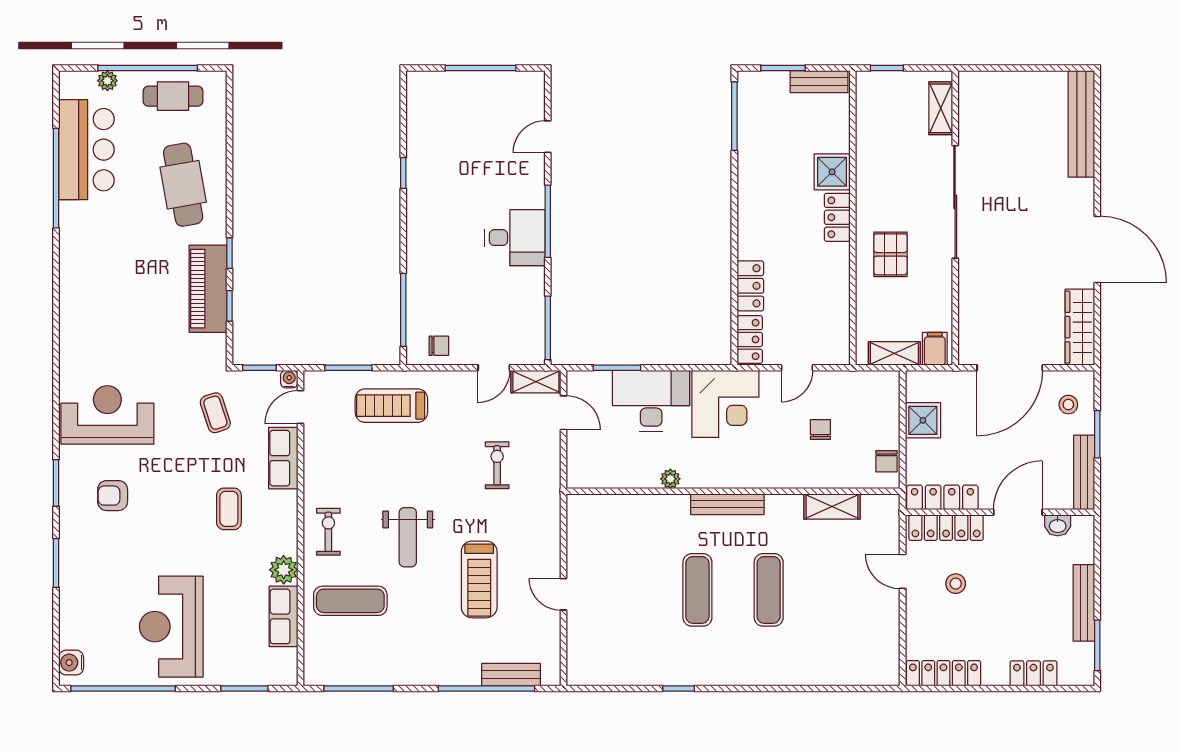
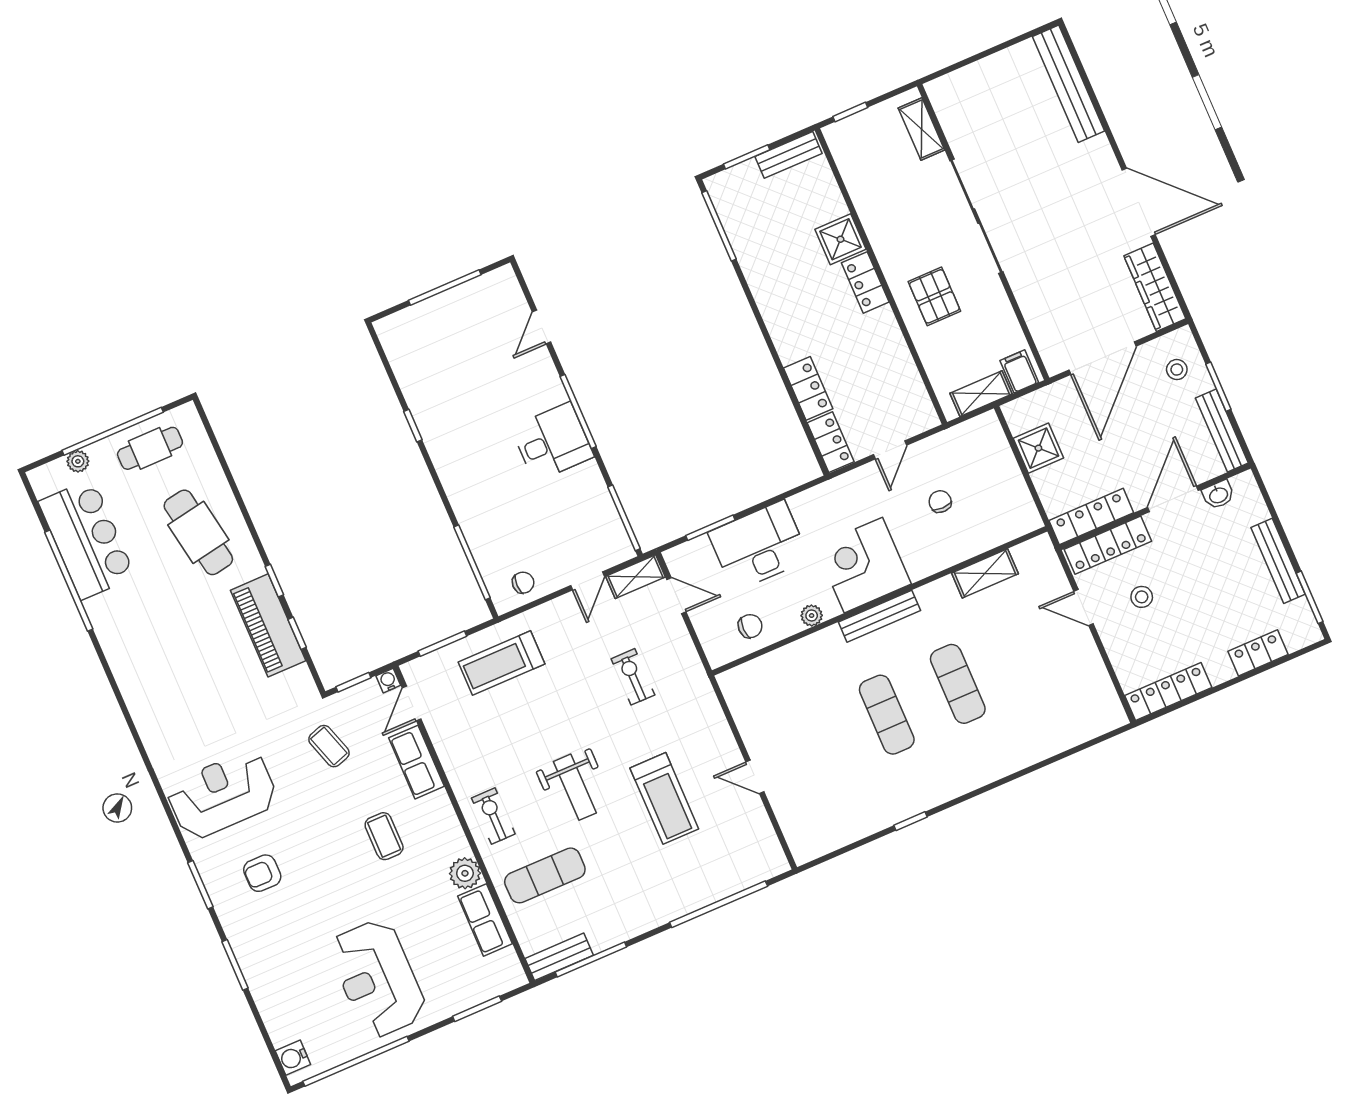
corner desk: (725, 404) -> (863, 565), moved, turned 180
chair: (887, 461) -> (750, 626), moved, turned -90
bench: (511, 675) -> (559, 957), moved

